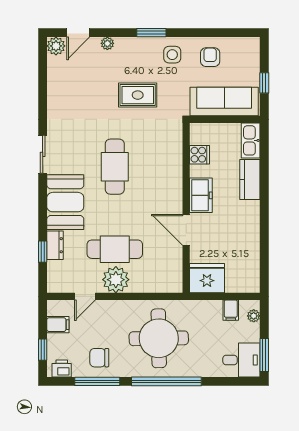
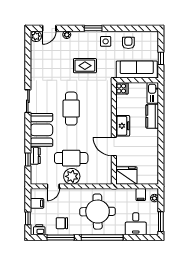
cooker: (199, 155) -> (122, 88), moved
desk: (241, 360) -> (136, 224), moved, turned 90

